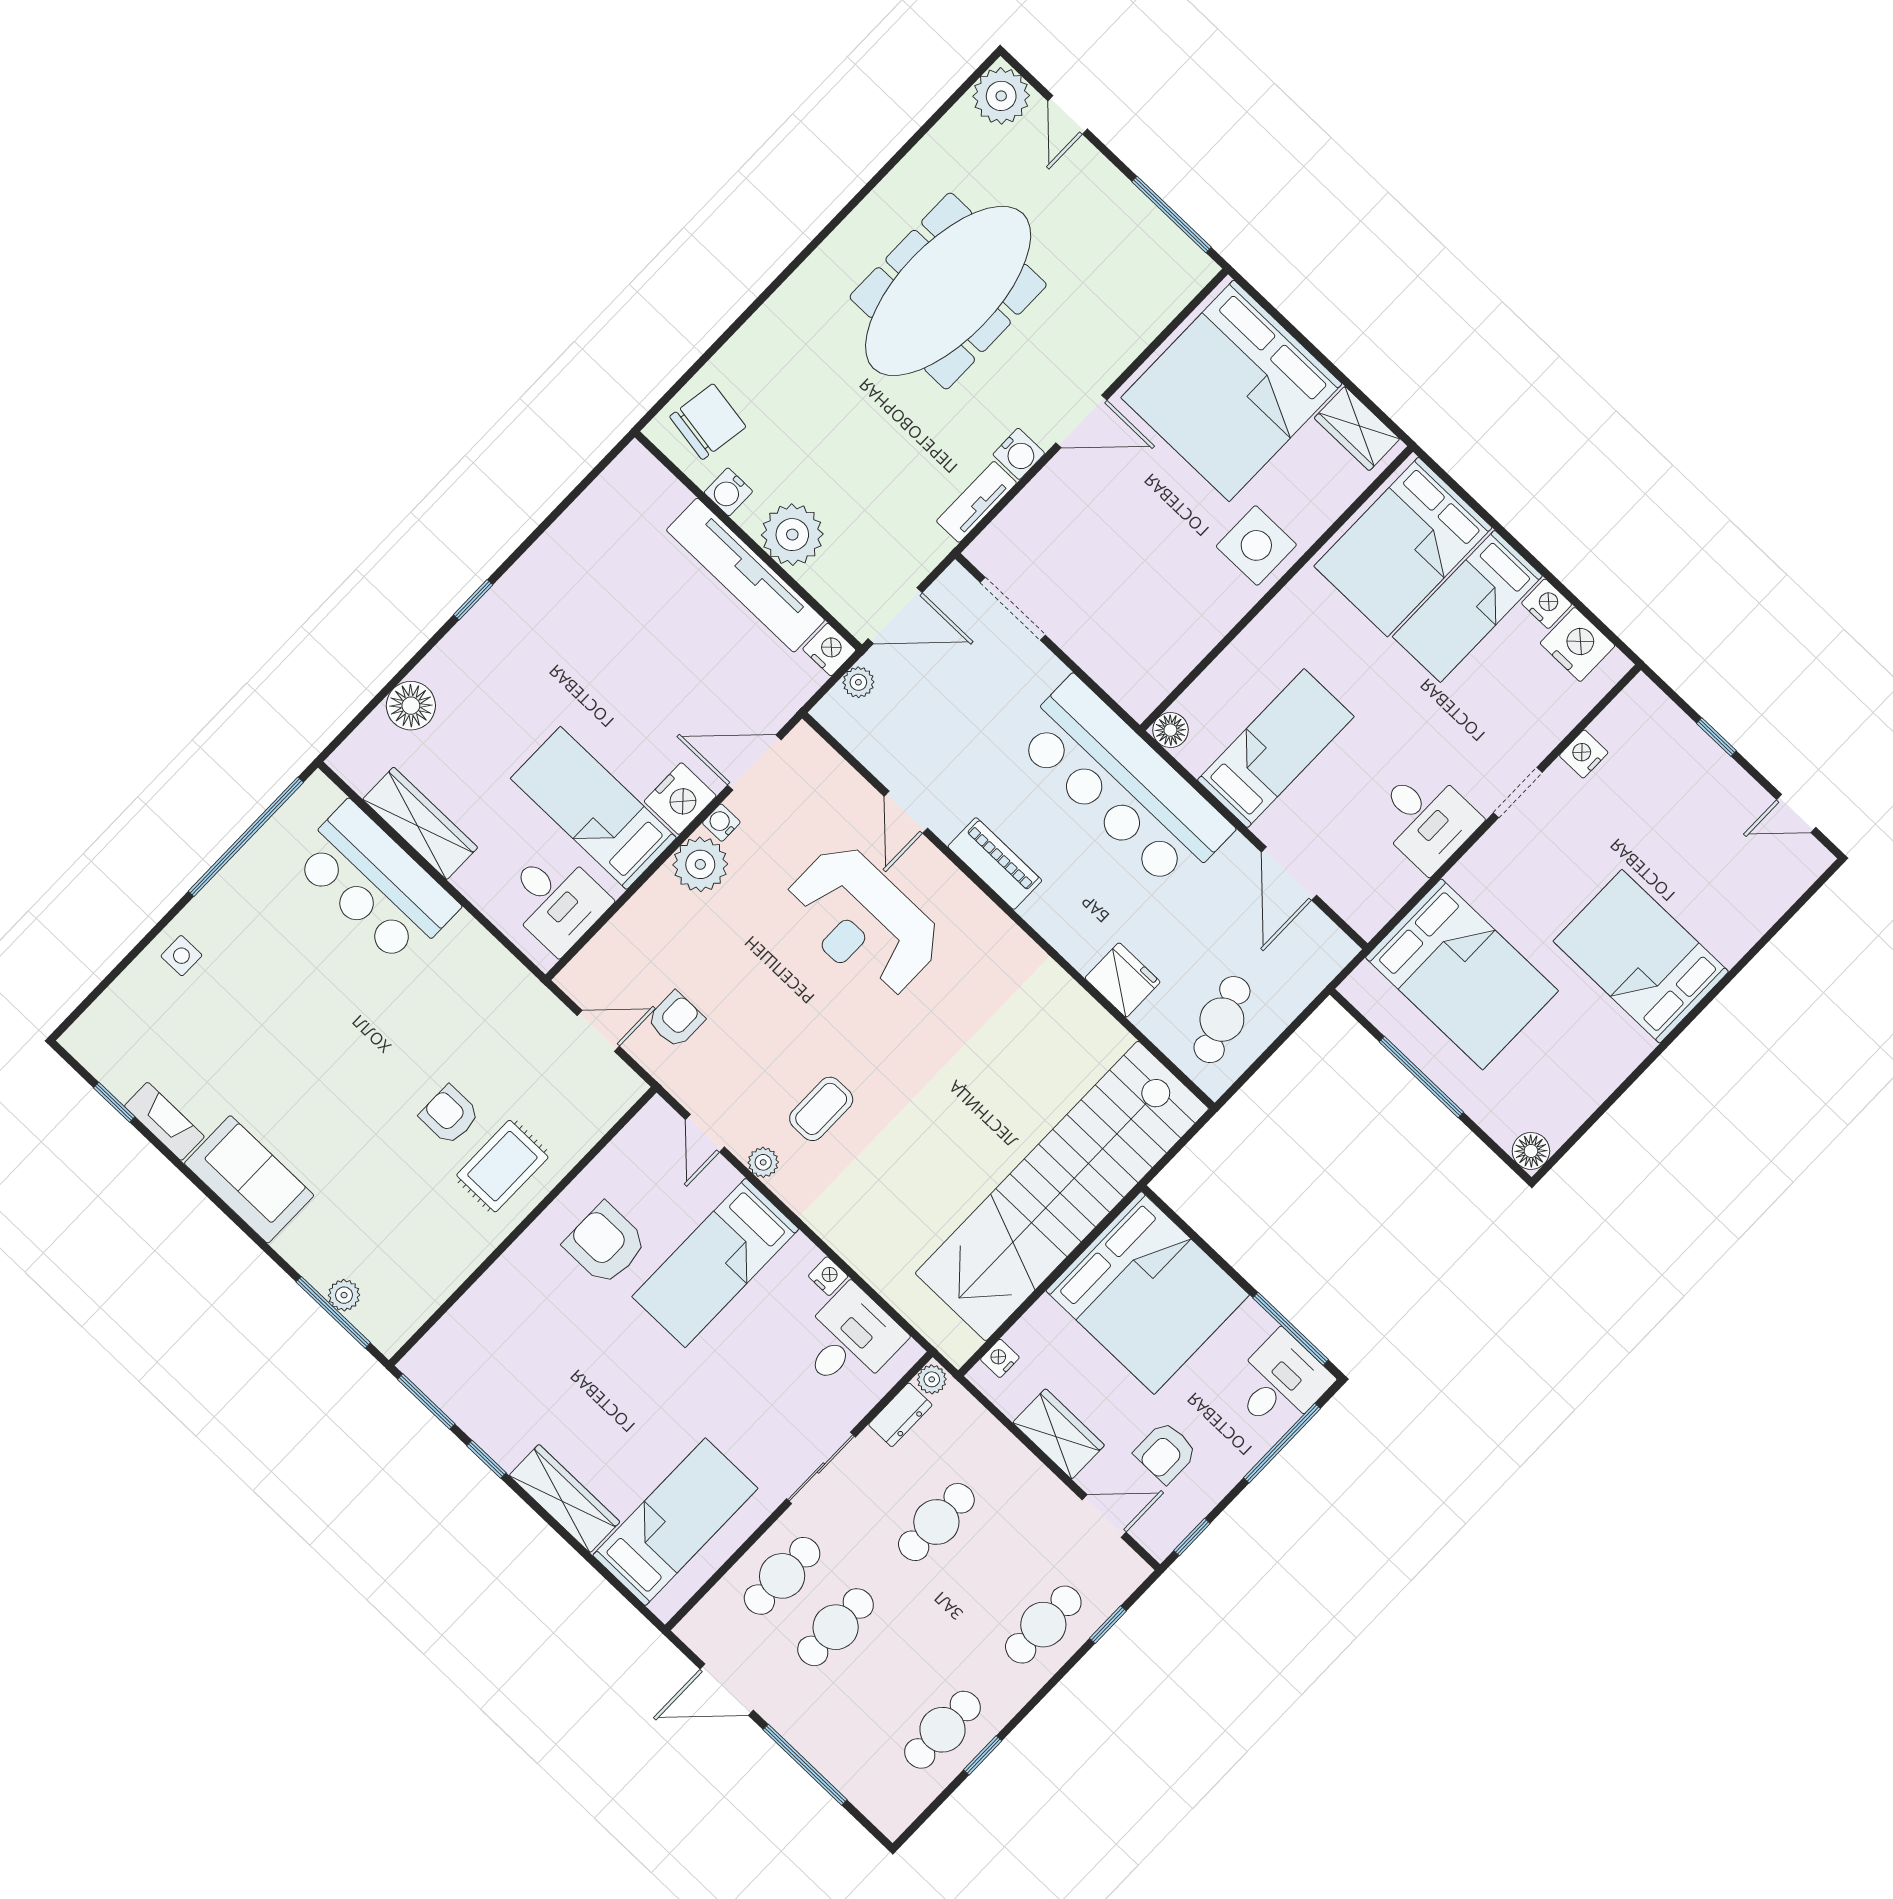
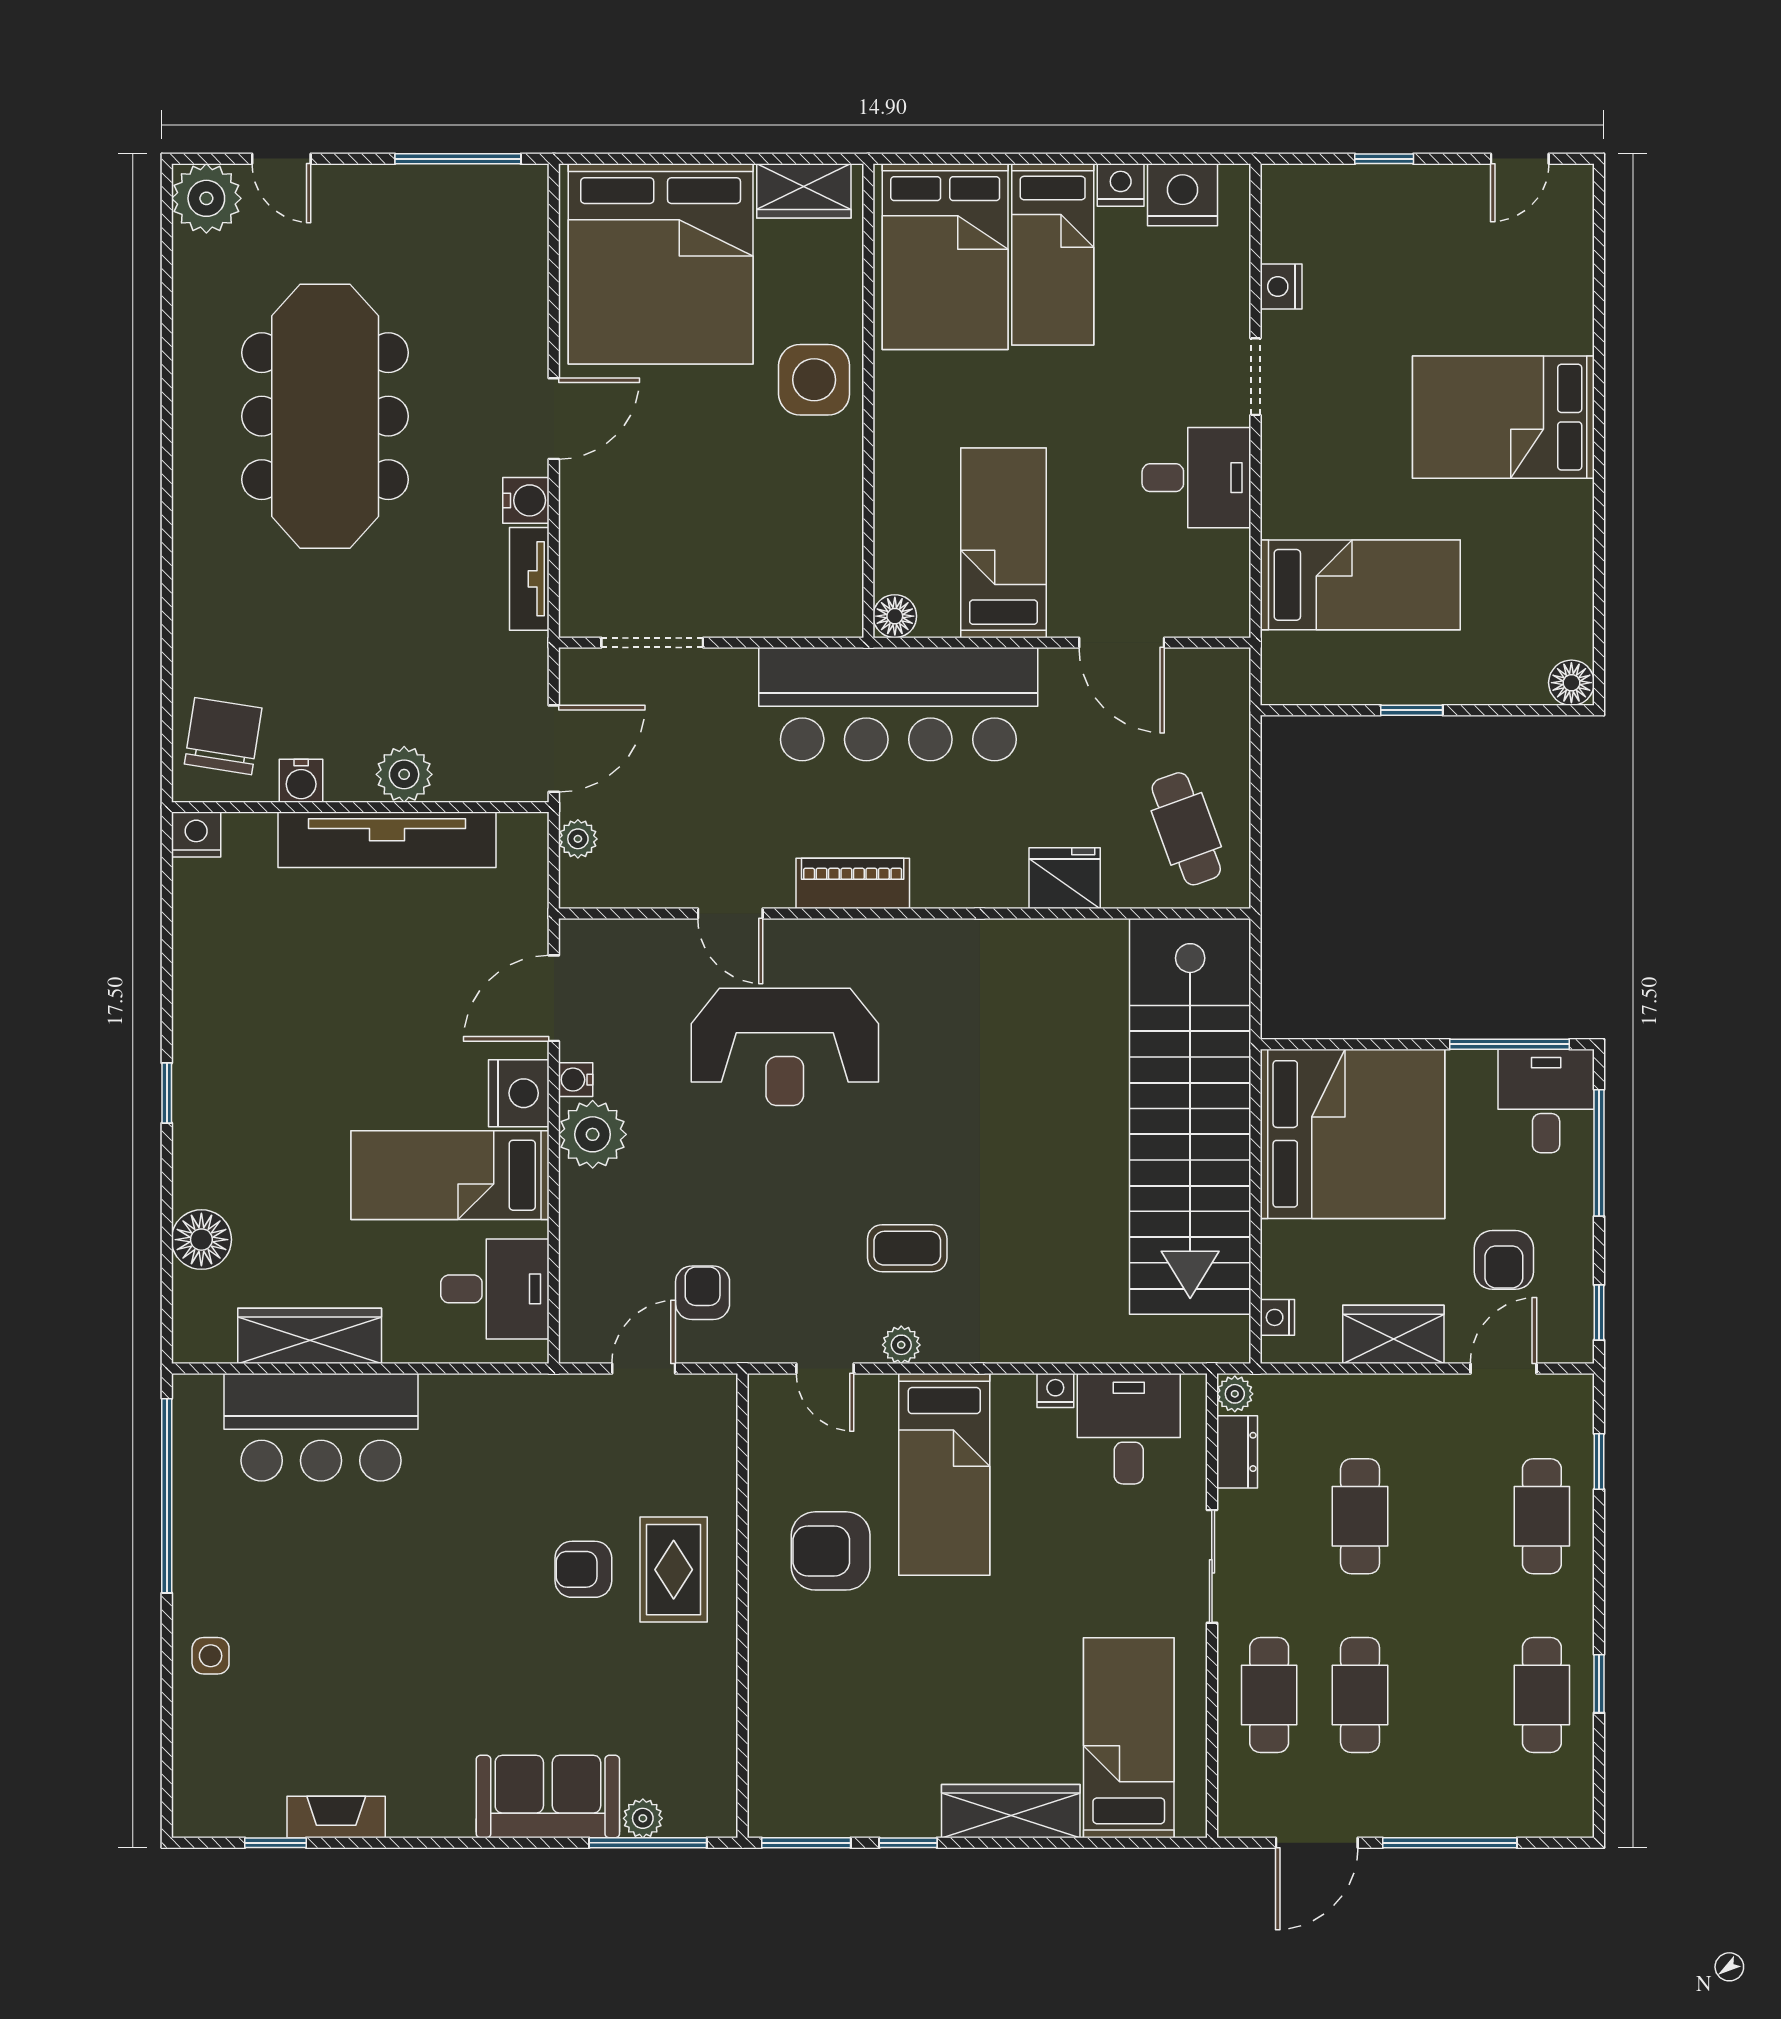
plant: (792, 535) -> (404, 774), width x0.73, depth x0.73
nightstand: (829, 650) -> (196, 835), moved
bed: (1462, 974) -> (1360, 585), width x0.67
window: (1421, 1077) -> (1412, 710), width x0.46
coffee table: (821, 1109) -> (907, 1248), turned 90
sofa: (249, 1179) -> (548, 1797), moved

